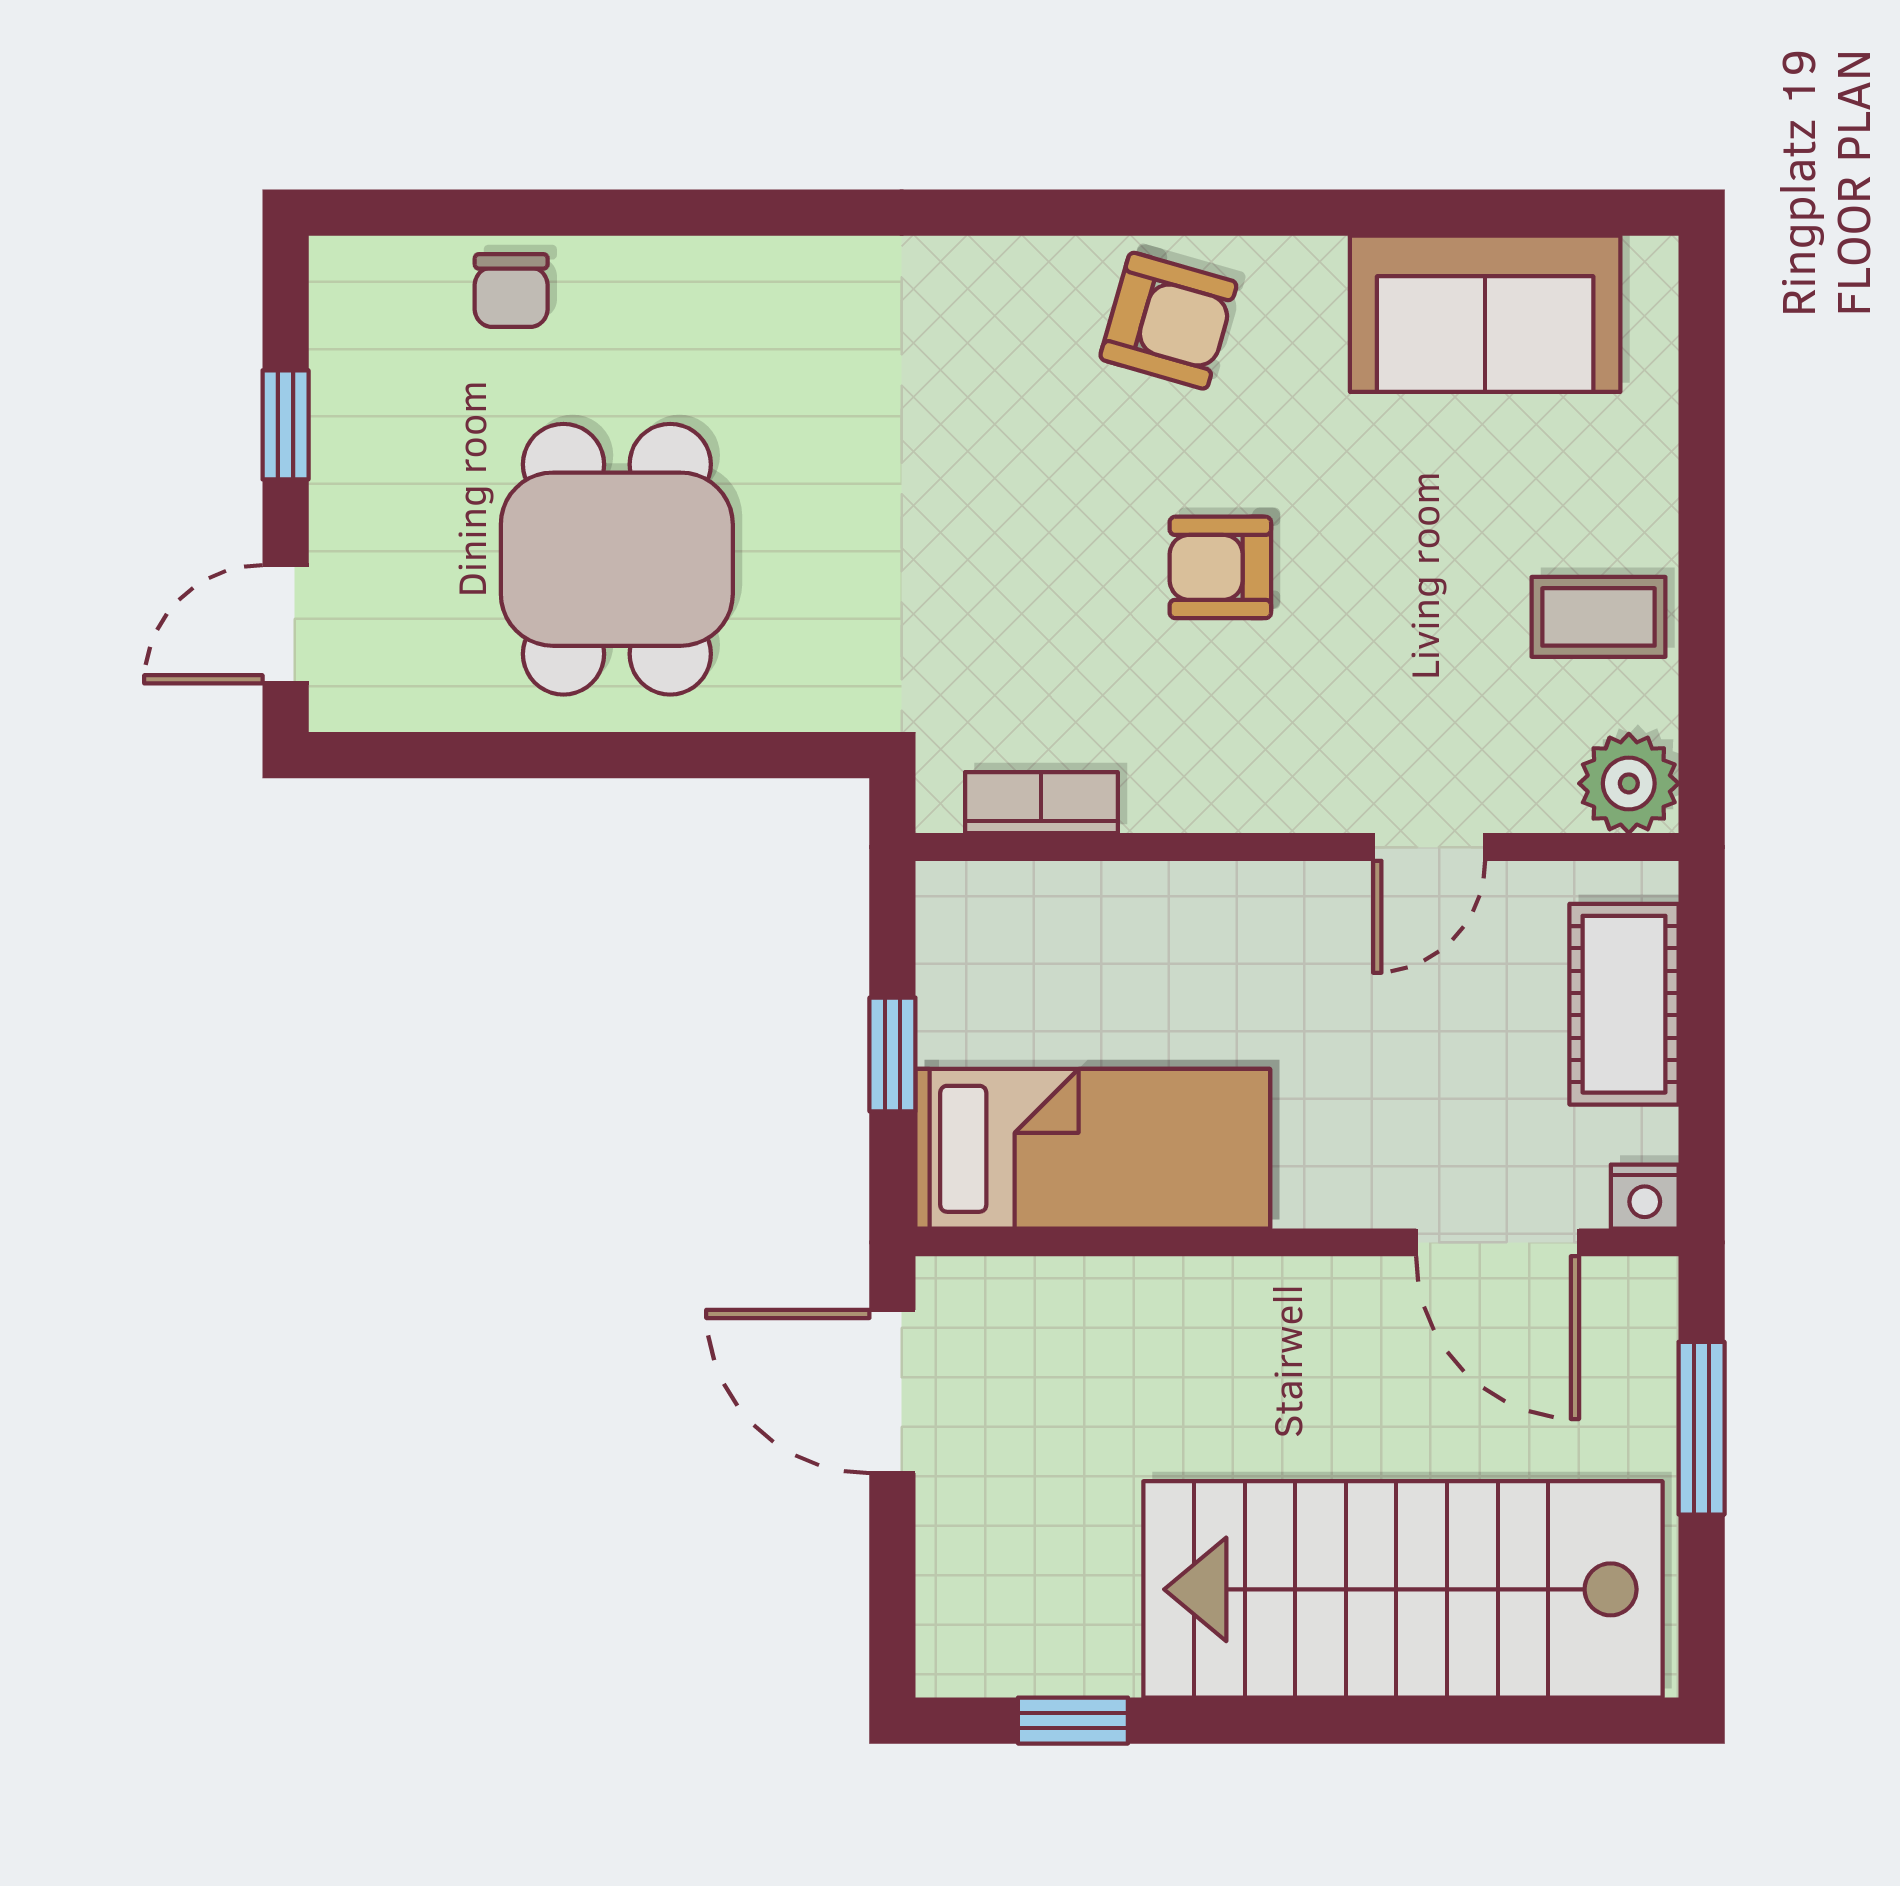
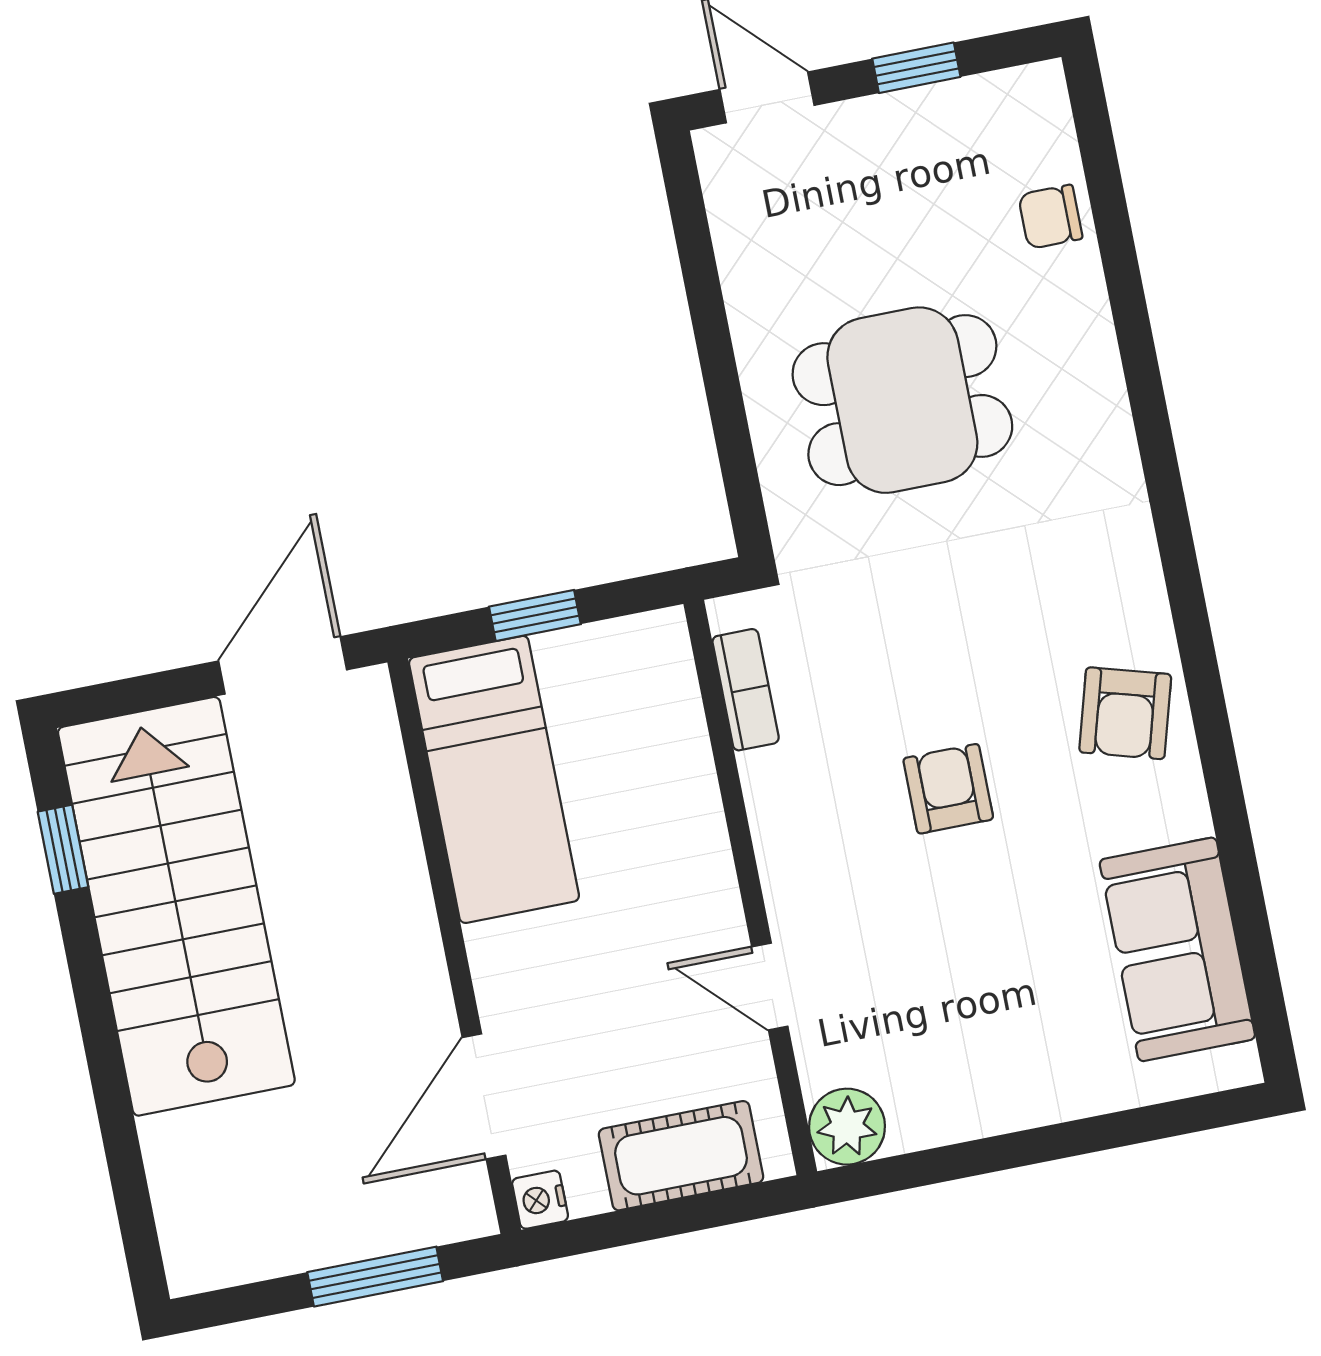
dining table: (617, 559) -> (902, 400), moved
coffee table: (1599, 617) -> (967, 1079), removed
stairs: (1403, 1589) -> (176, 906), moved

